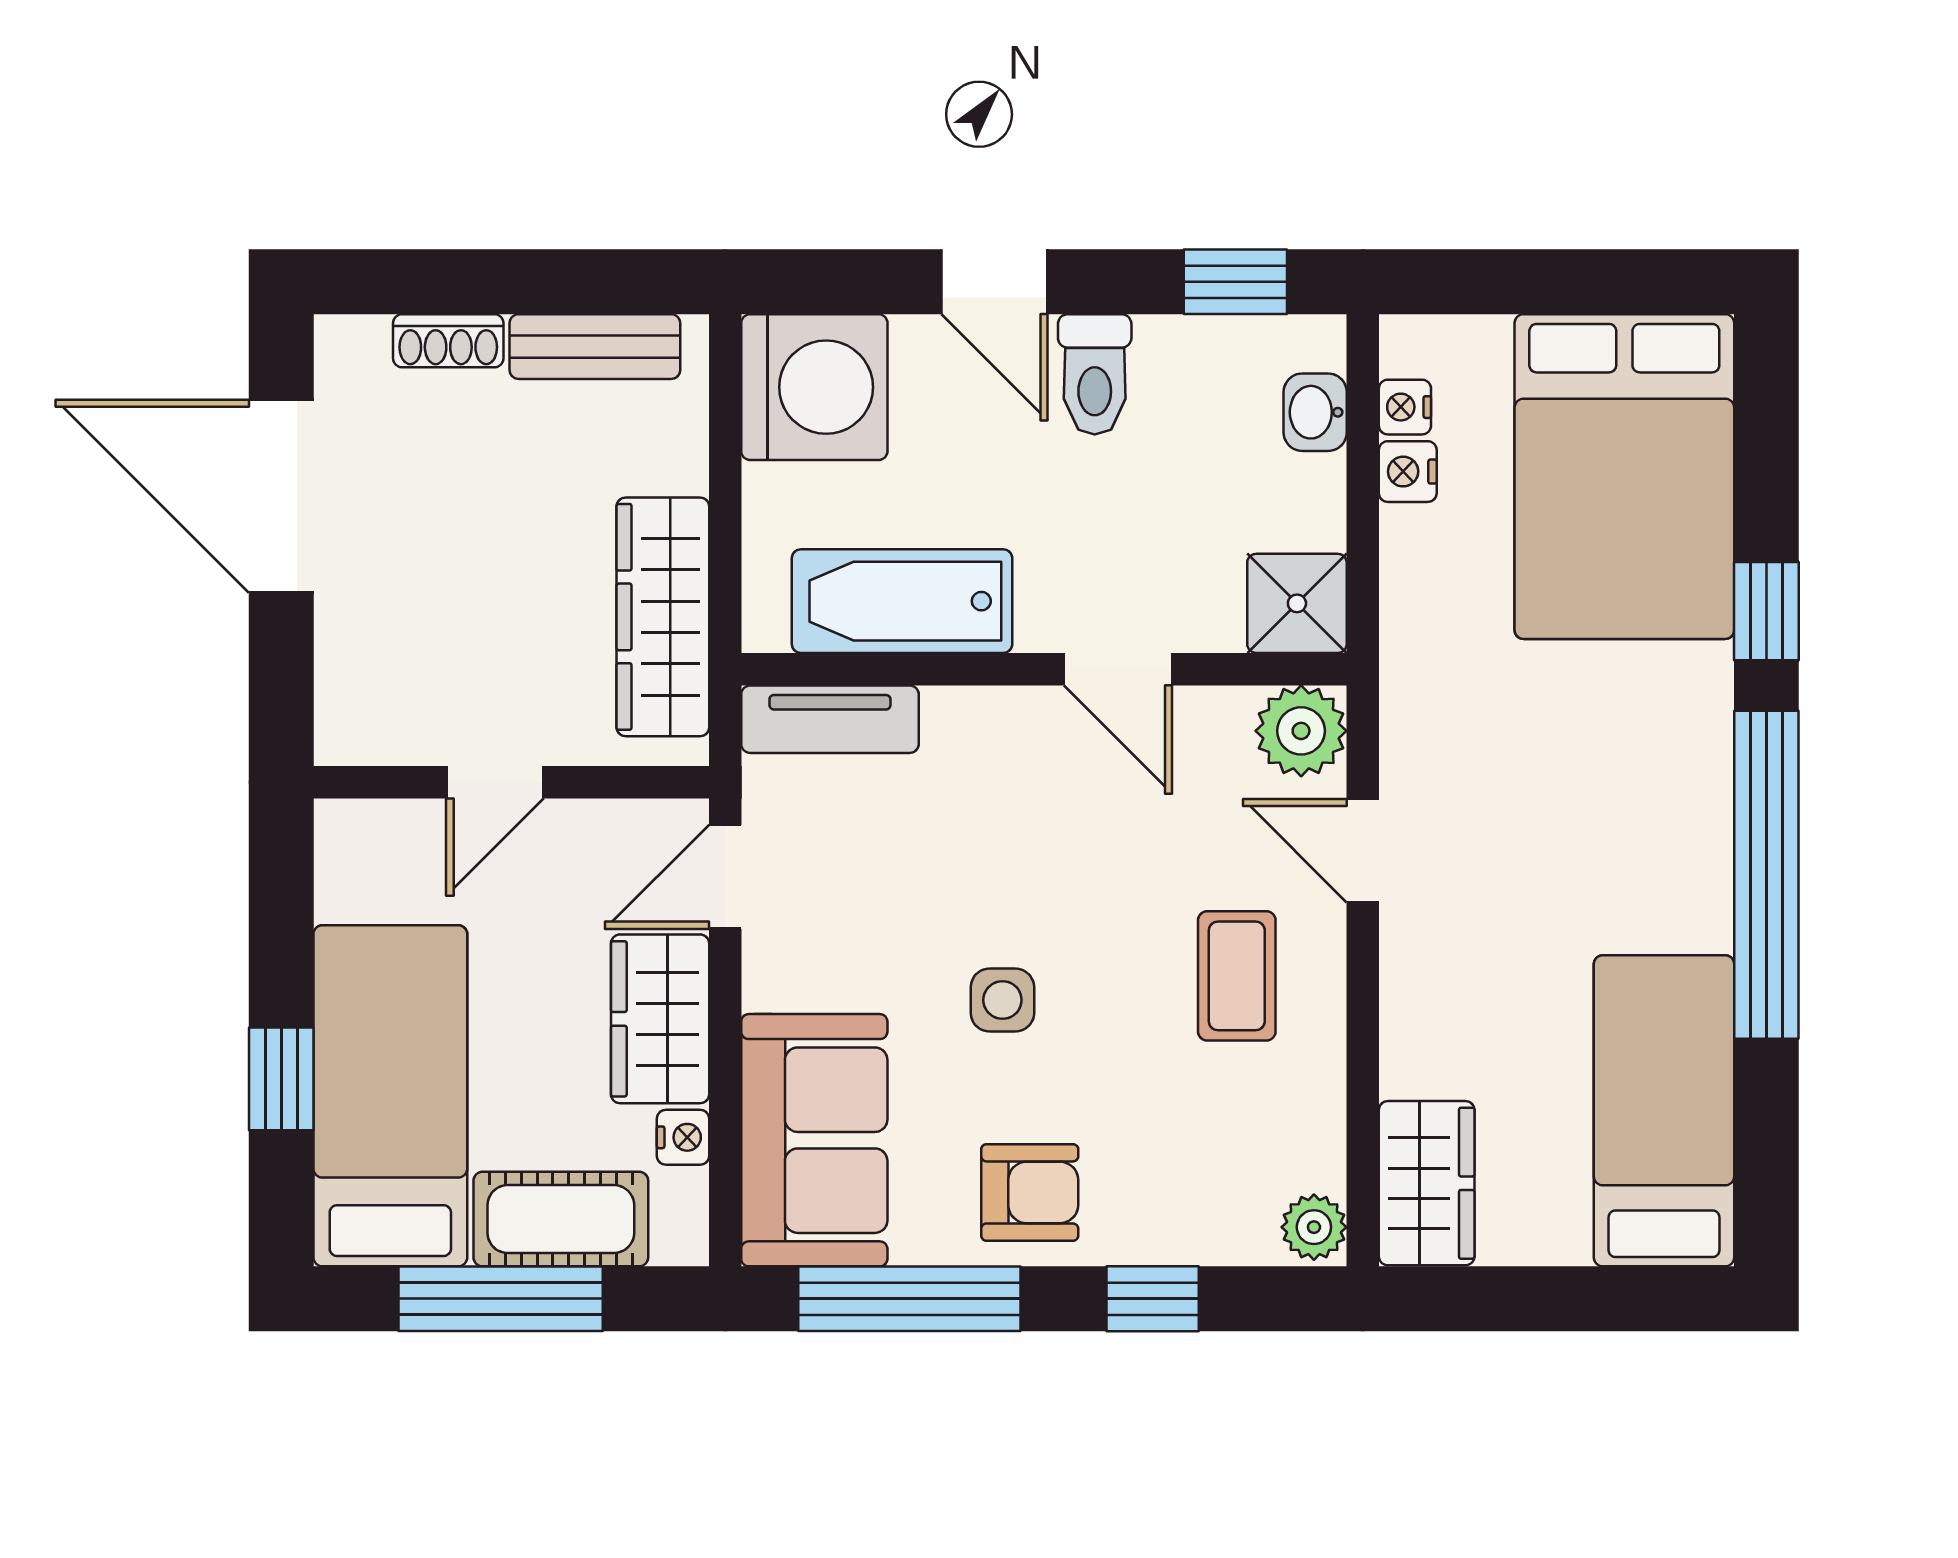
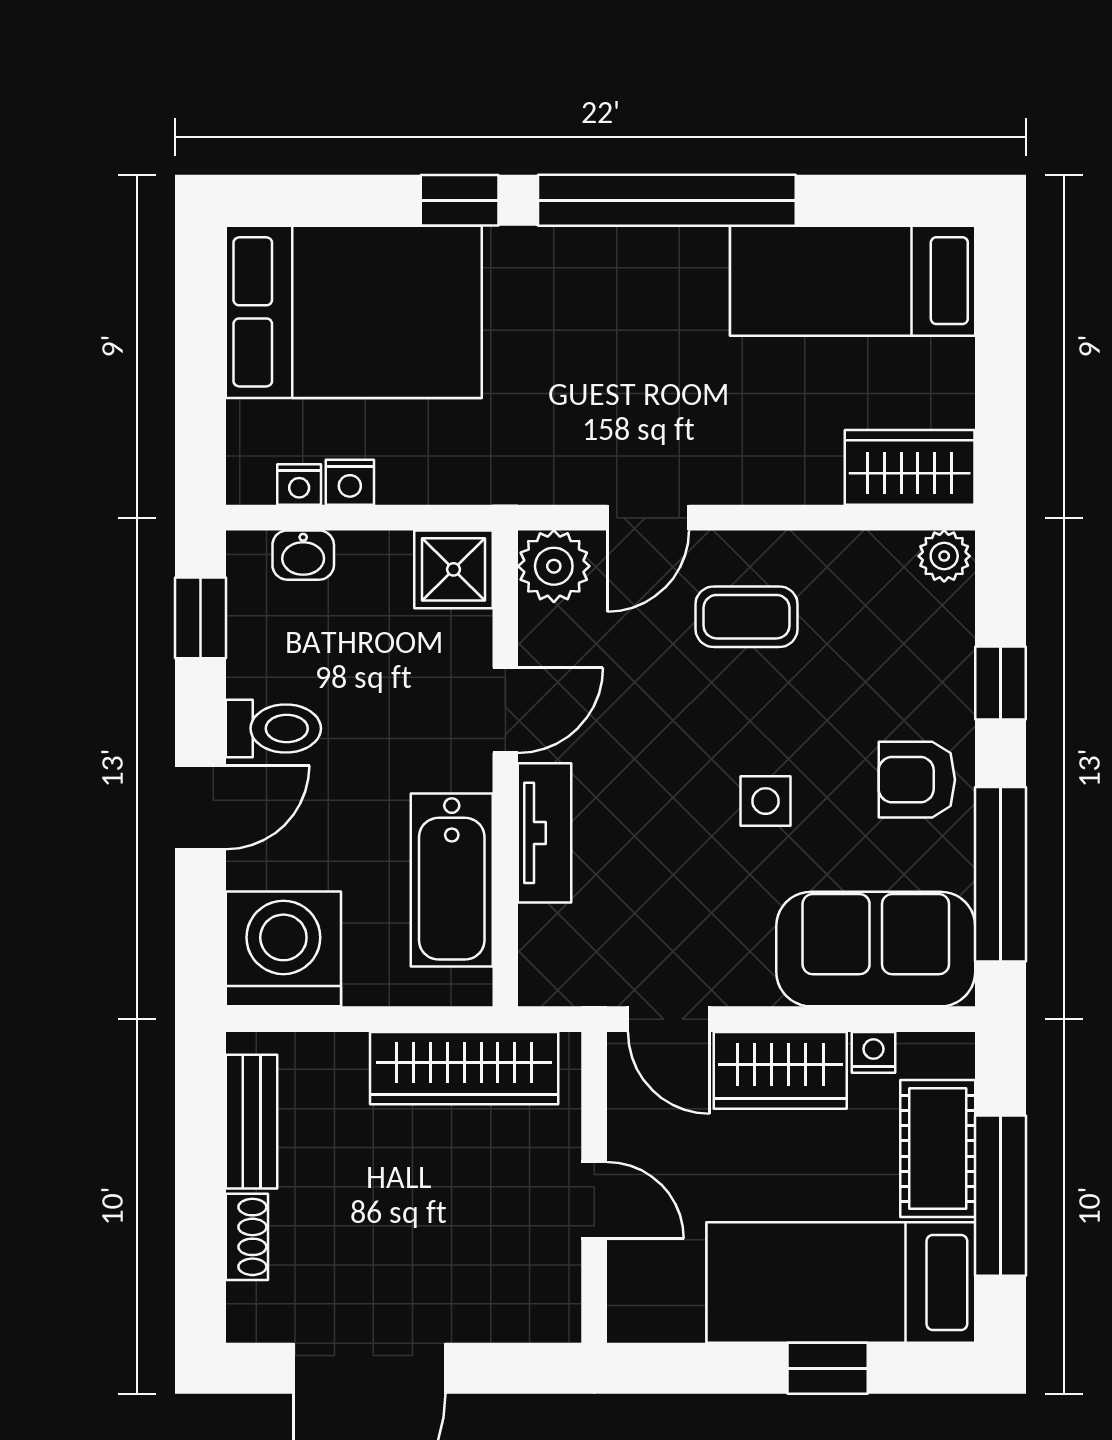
tv unit: (830, 719) -> (545, 833), moved
armchair: (1030, 1192) -> (917, 780), turned -90

